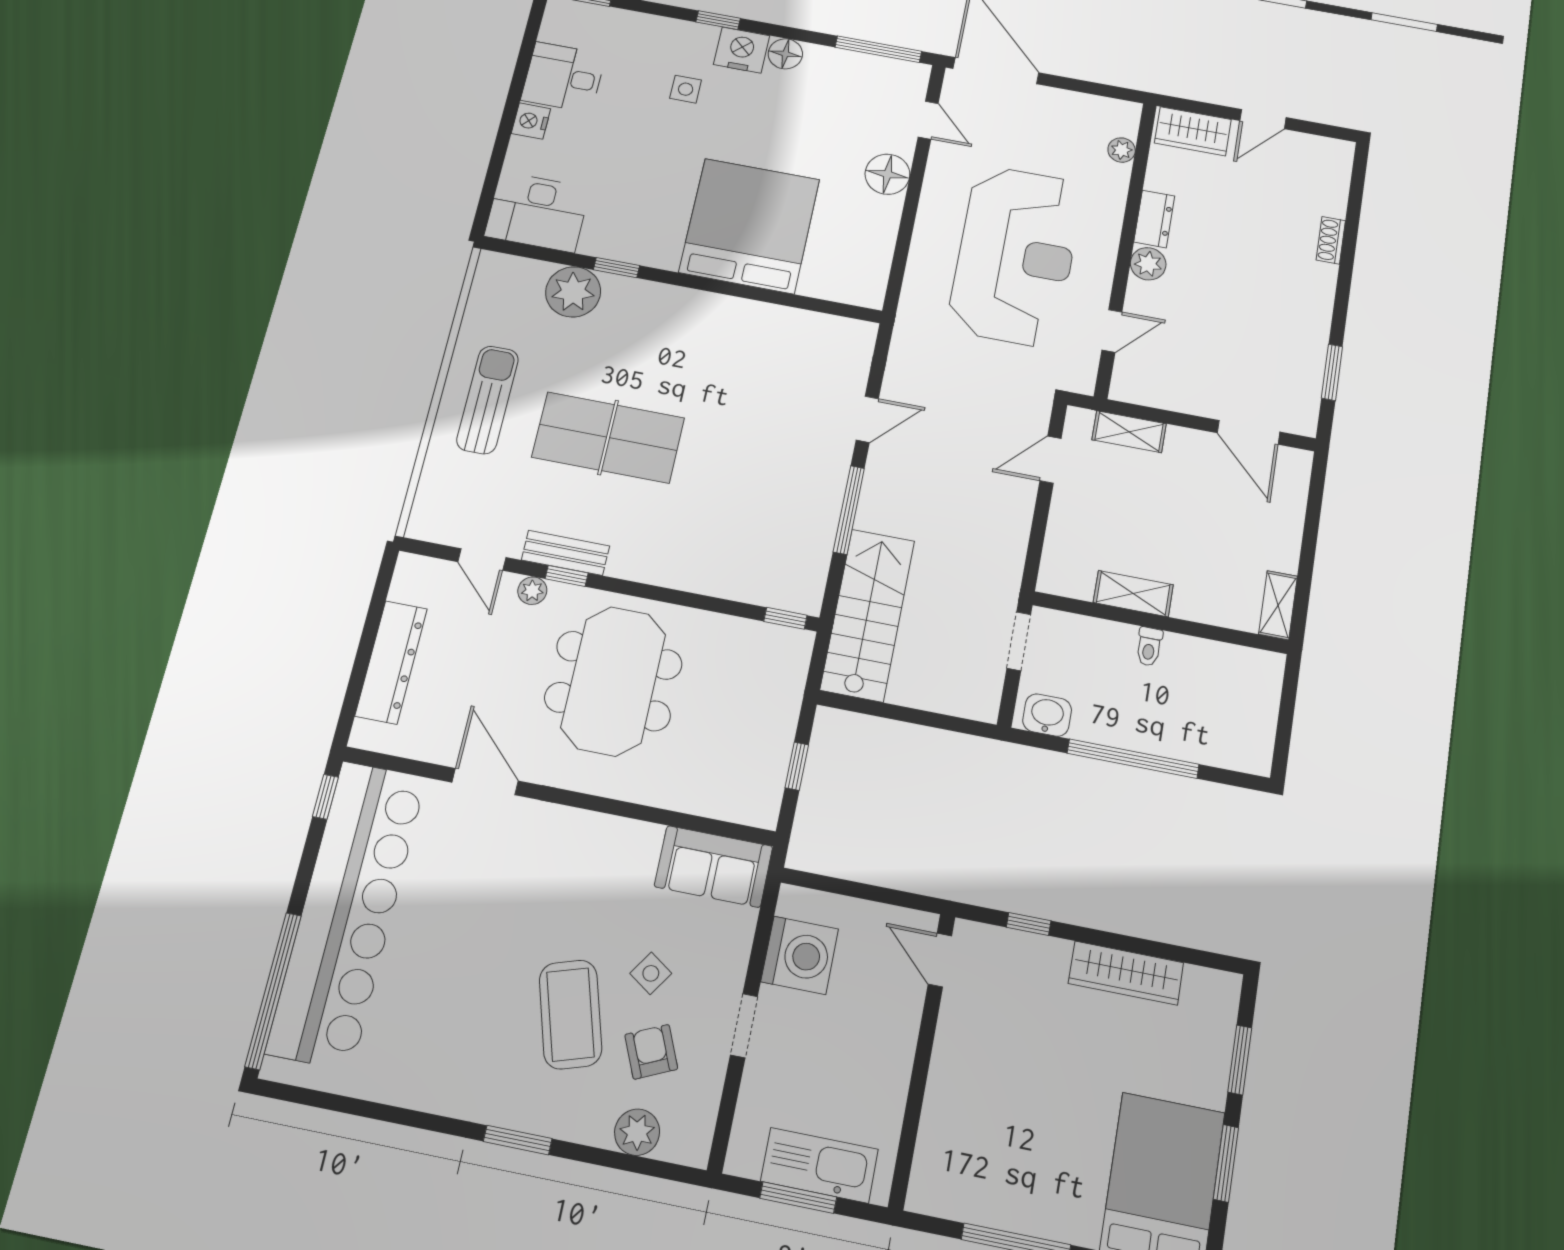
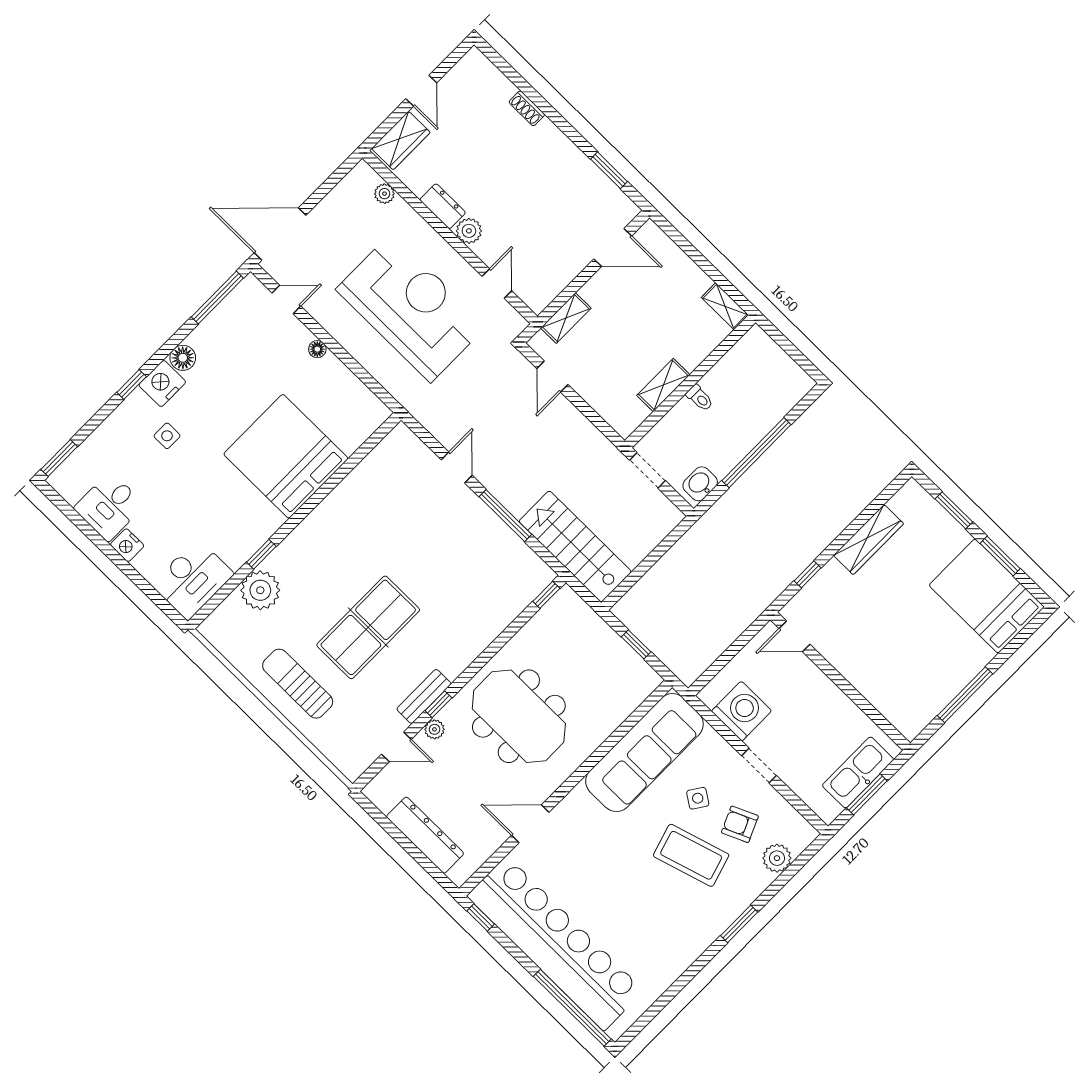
floor lamp: (887, 174) -> (317, 349), width x0.53, depth x0.53
sofa: (714, 866) -> (644, 753), width x1.85, depth x1.27

